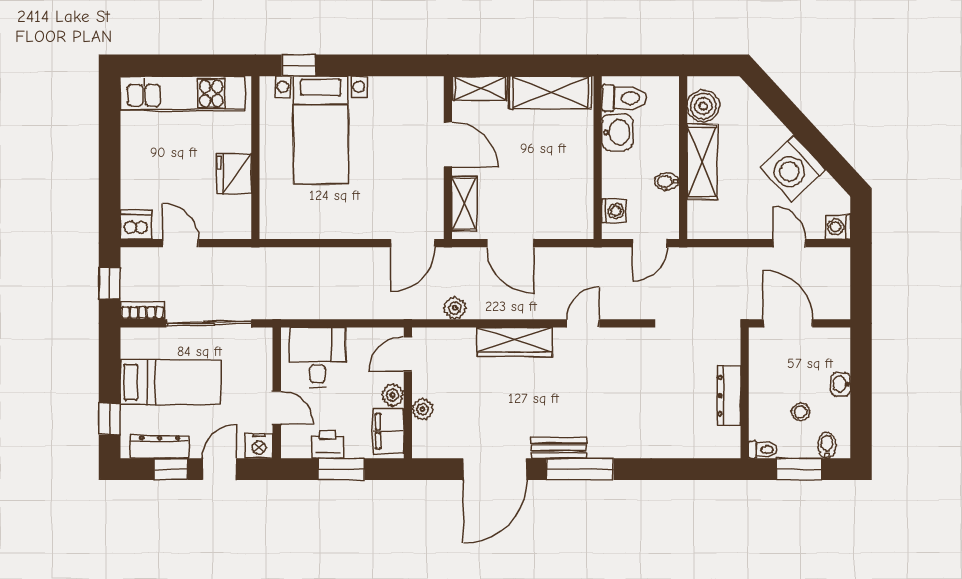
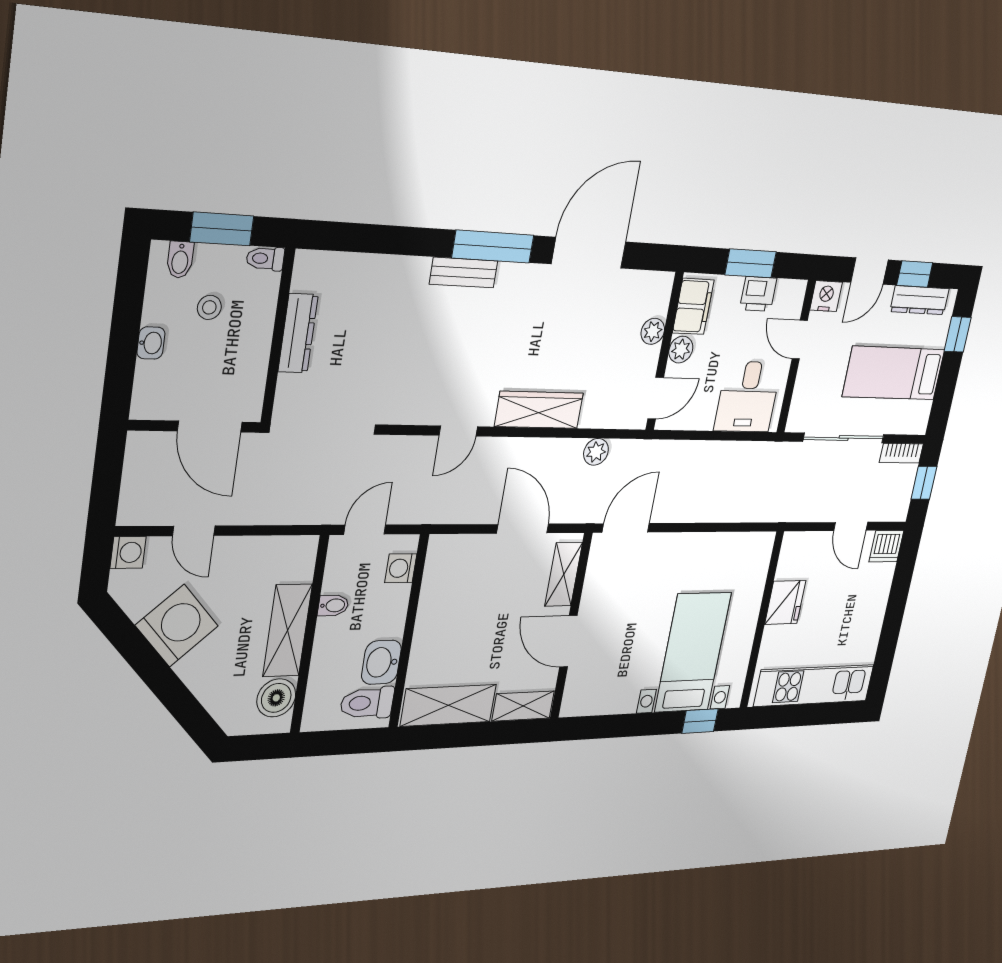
bench: (559, 448) -> (464, 272), moved

